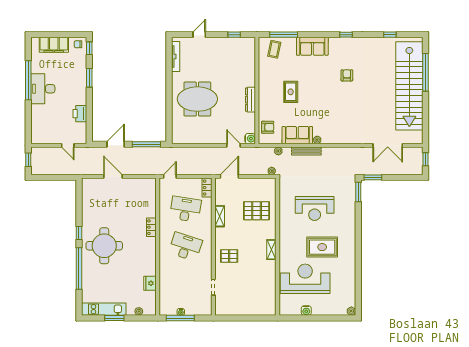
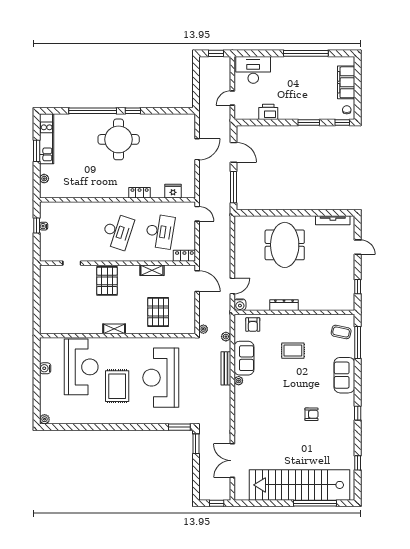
desk: (43, 89) -> (253, 70), moved
reception desk: (315, 208) -> (161, 378), width x1.36, depth x1.30
pallet: (229, 256) -> (107, 281), width x1.50, depth x1.42
fridge: (150, 283) -> (173, 191), moved
window: (180, 318) -> (37, 226), width x0.46

